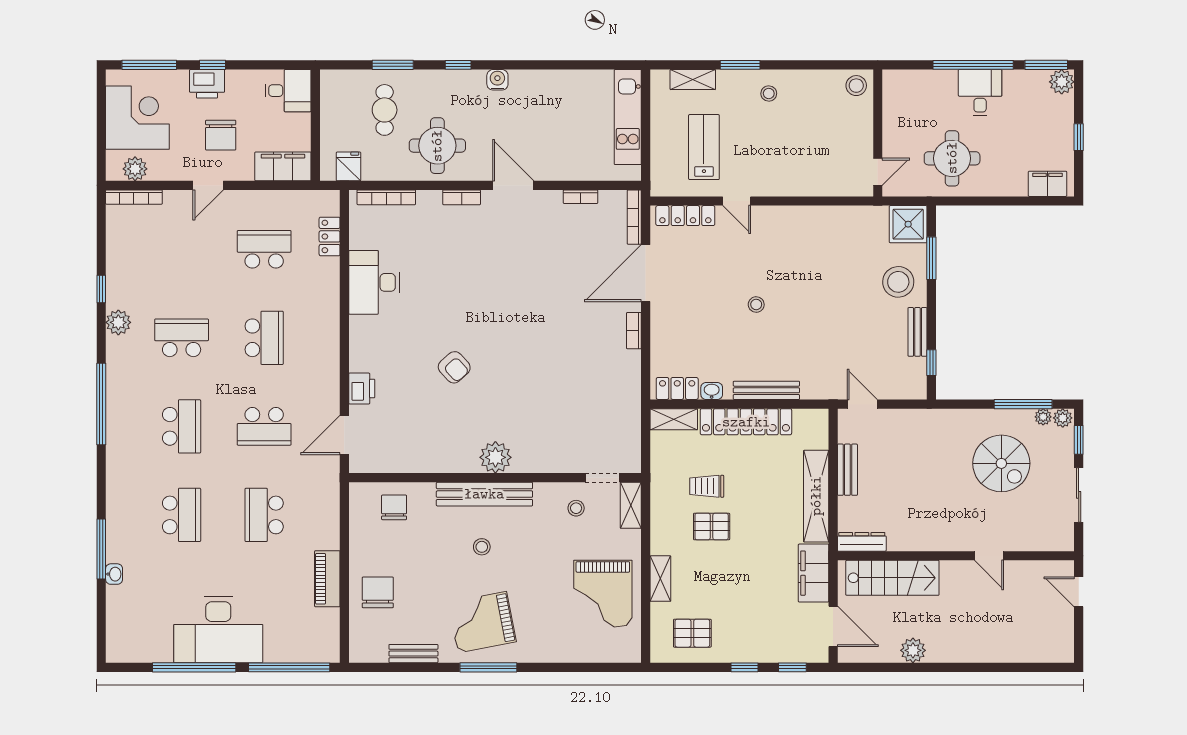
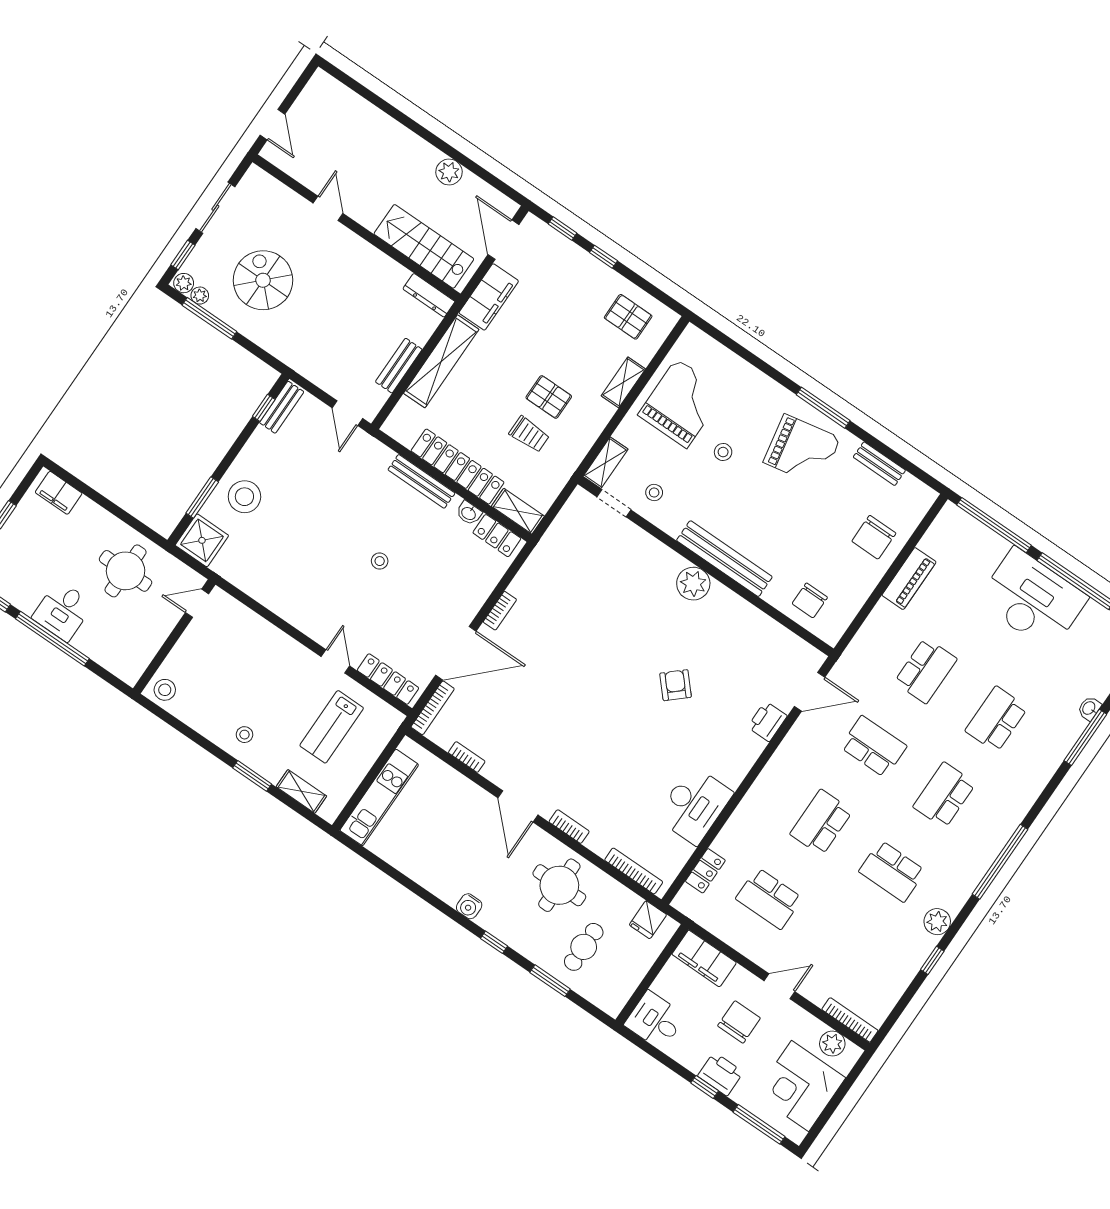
bench: (917, 332) -> (282, 407), moved
stool: (482, 547) -> (723, 452), moved

